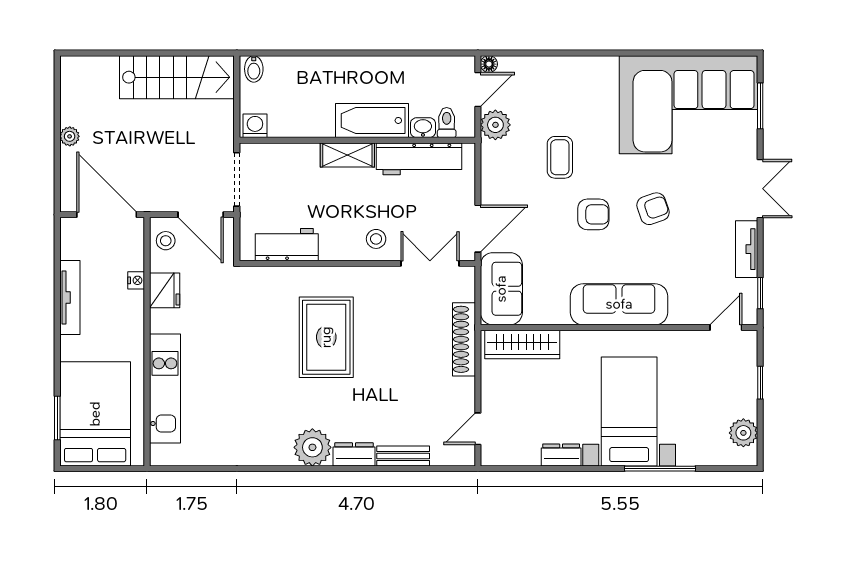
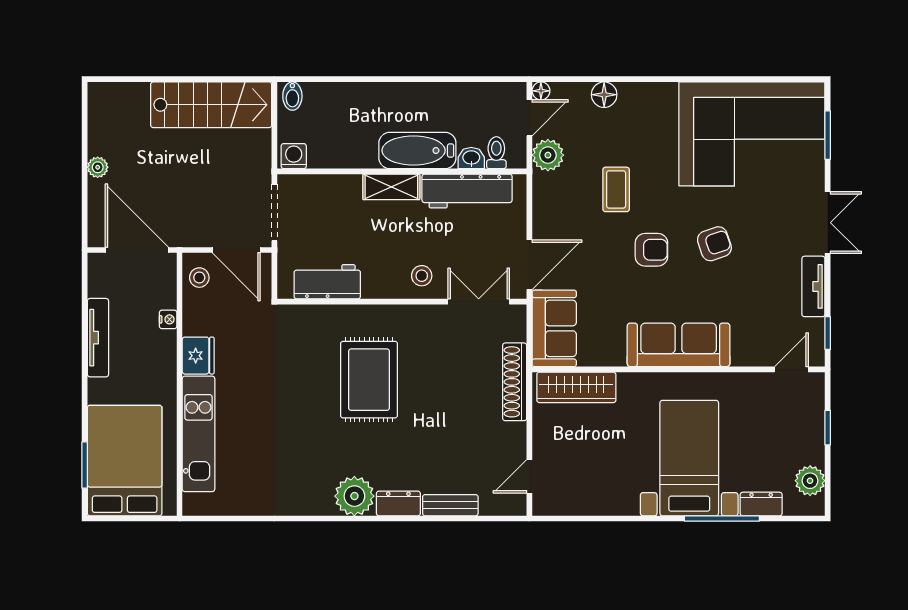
floor lamp: (549, 68) -> (604, 95), added
fridge: (165, 290) -> (198, 356), moved
dresser: (561, 455) -> (761, 504), moved

